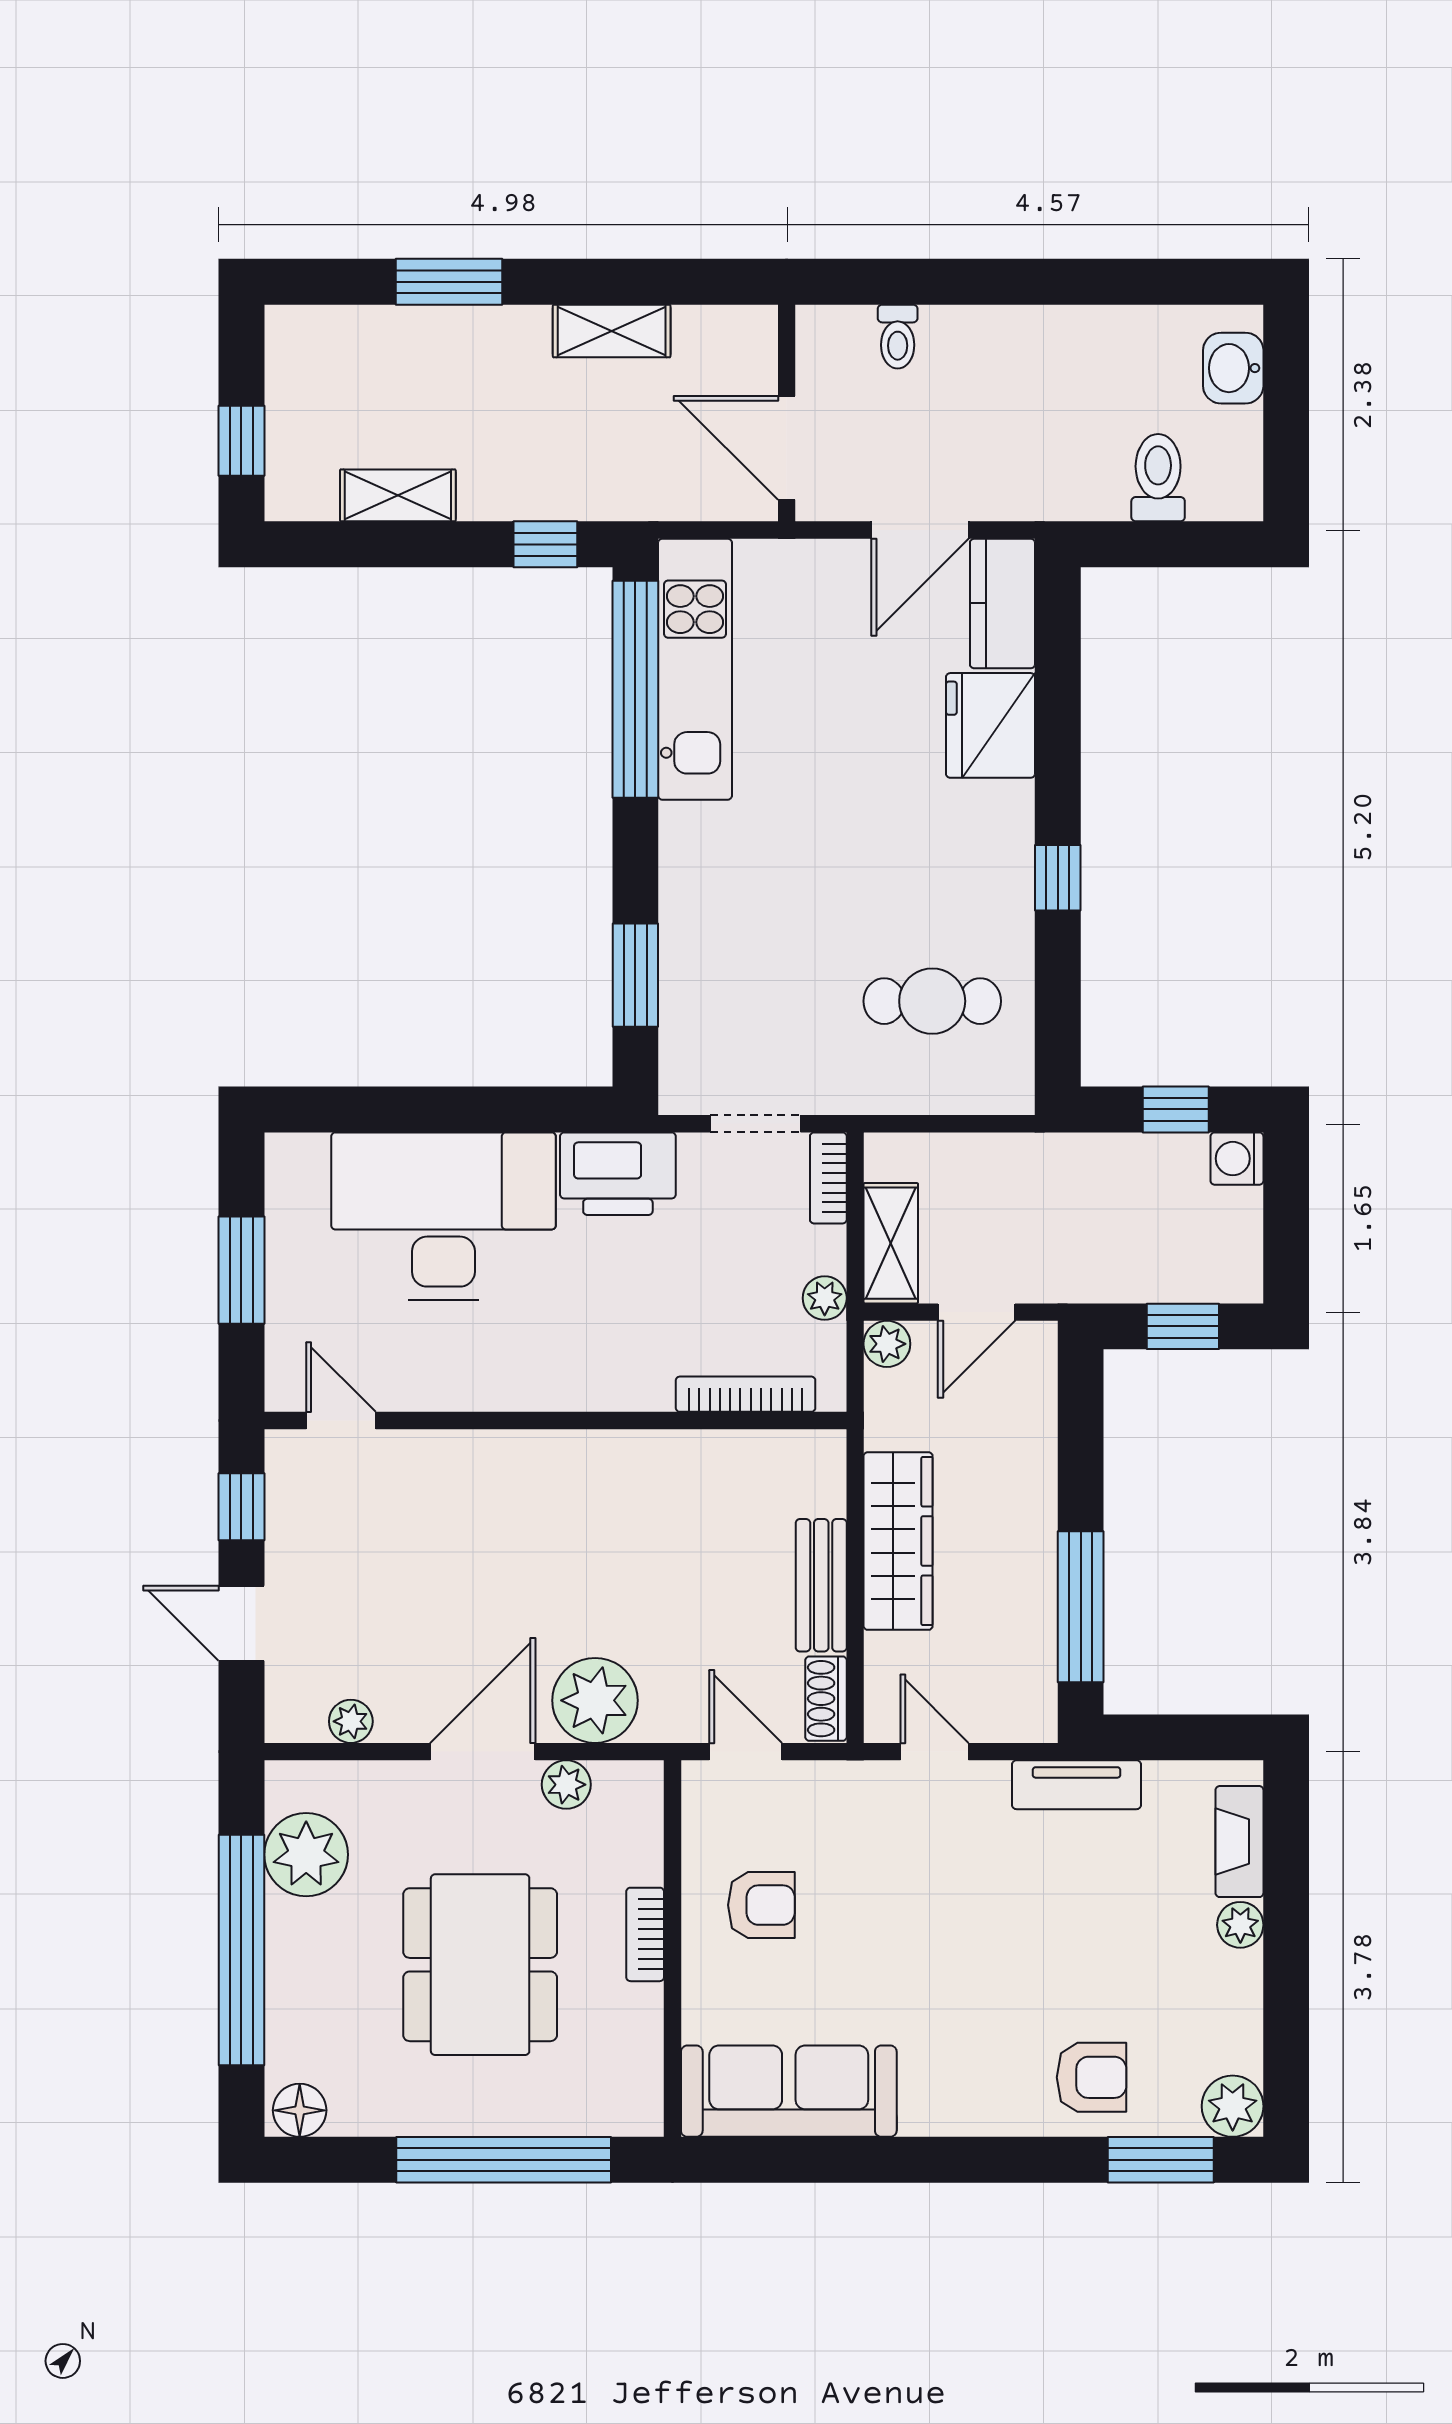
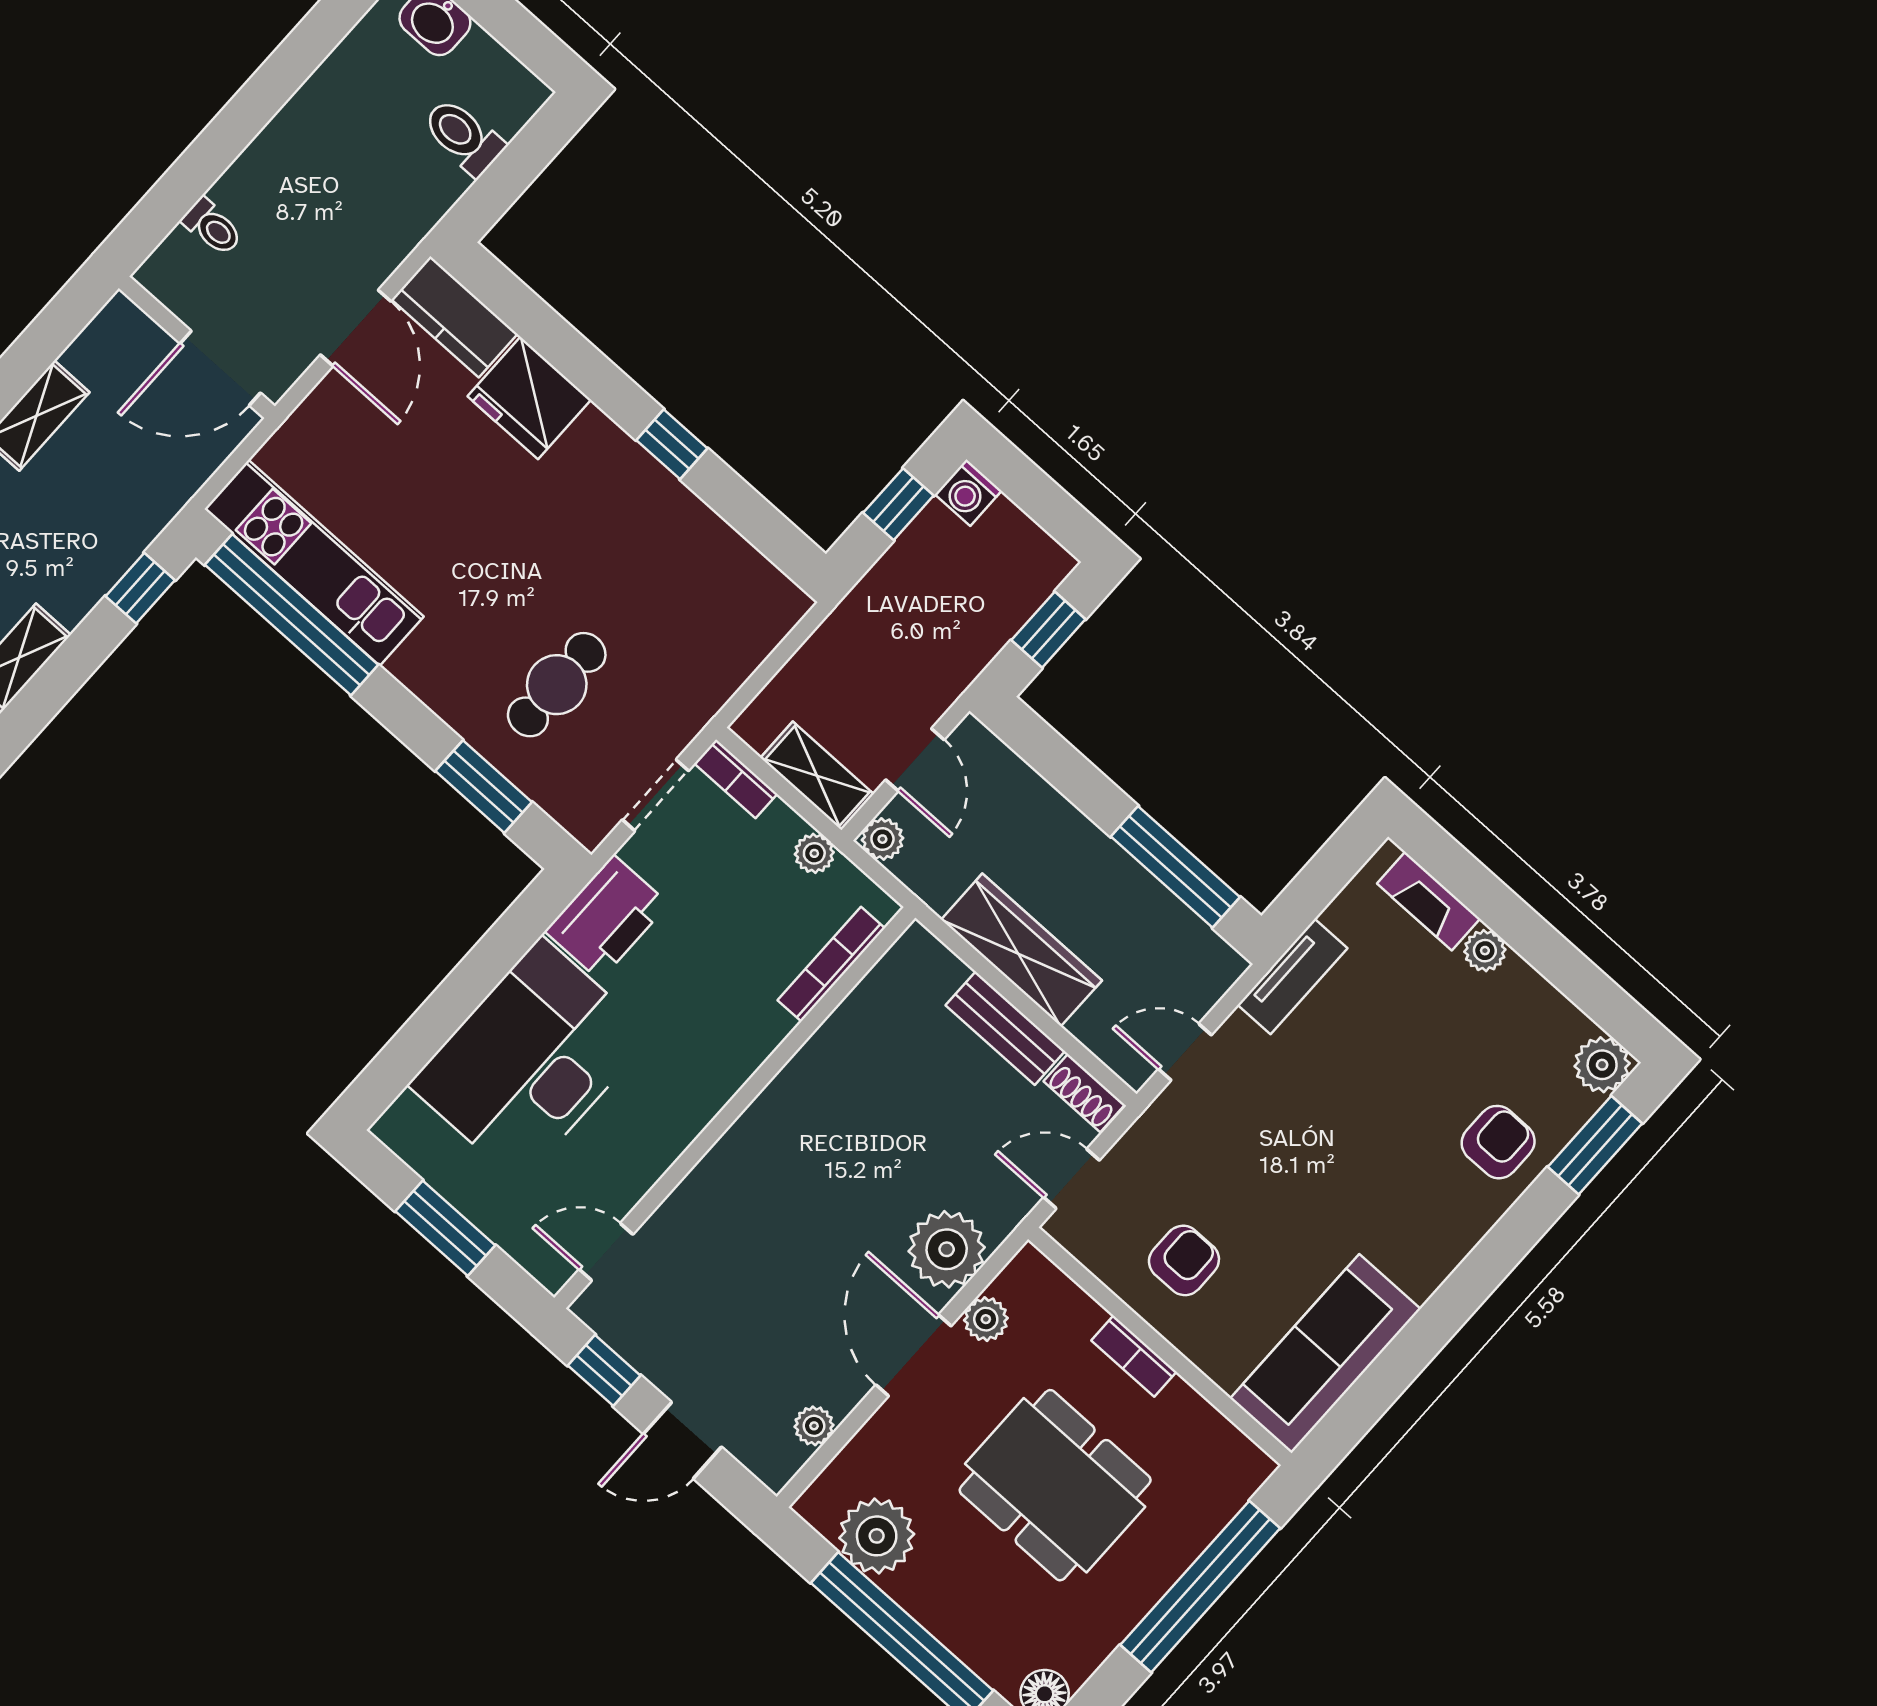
cafe table: (932, 1001) -> (557, 685), moved

